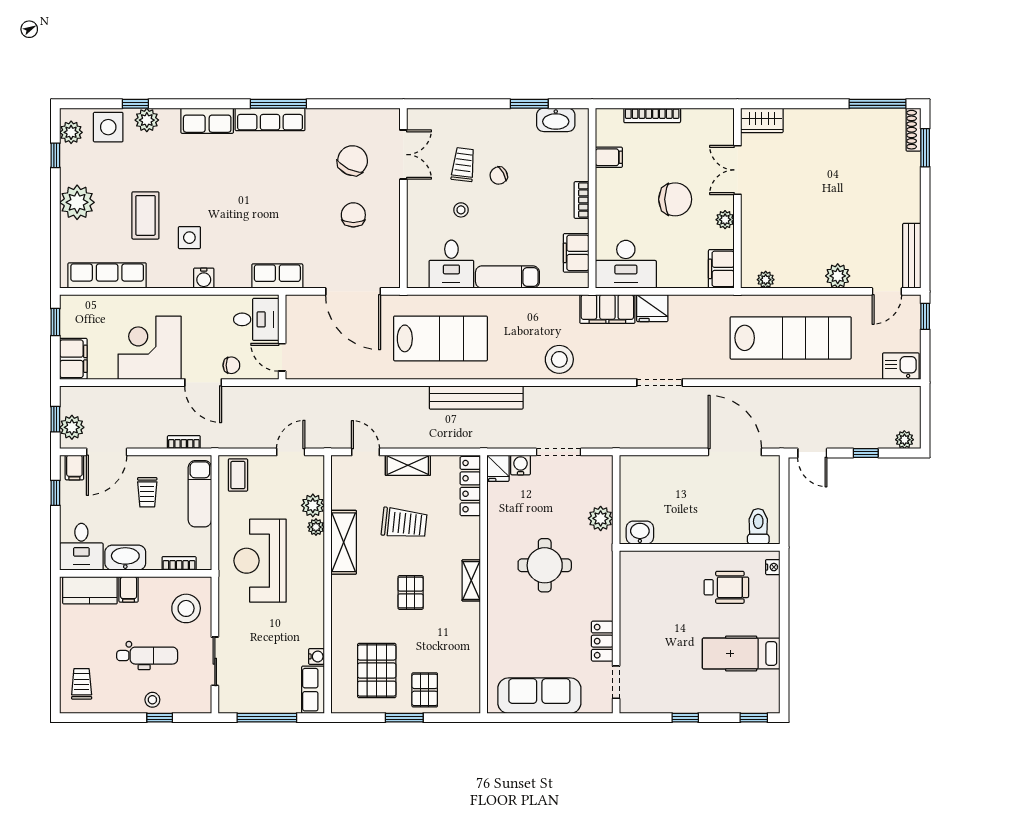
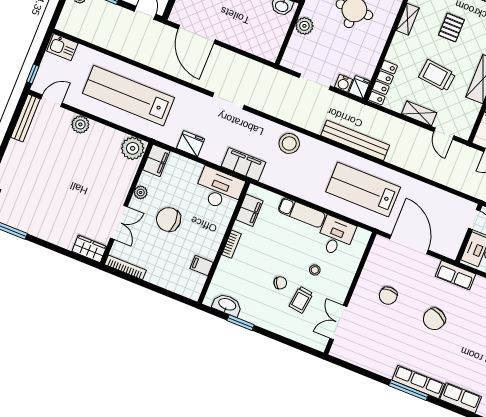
bookcase: (652, 115) -> (125, 267), moved
chair: (353, 161) -> (434, 319), moved
plant: (766, 280) -> (133, 148), width x1.87, depth x1.87
fridge: (652, 308) -> (190, 144), moved

